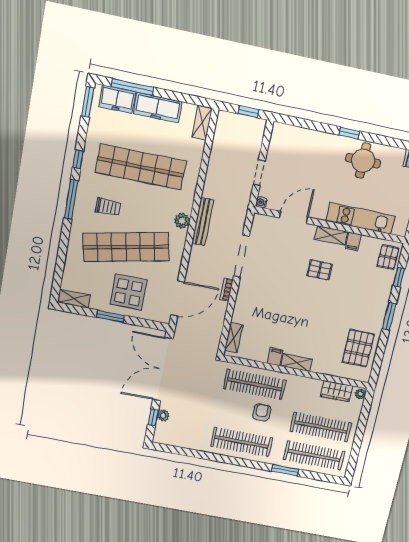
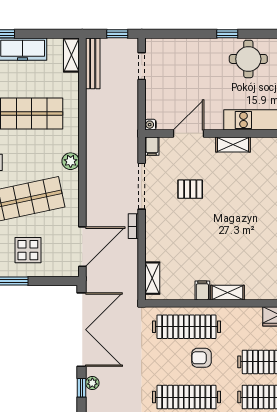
doorway: (259, 173) -> (142, 66), moved
bench: (203, 222) -> (93, 64), moved
filing cabinet: (353, 242) -> (152, 146), moved
pallet: (320, 270) -> (190, 189), moved
display table: (128, 292) -> (28, 250), width x0.73, depth x0.73
double door: (163, 369) -> (81, 330), swing flipped
armchair: (262, 412) -> (201, 358), turned -90

